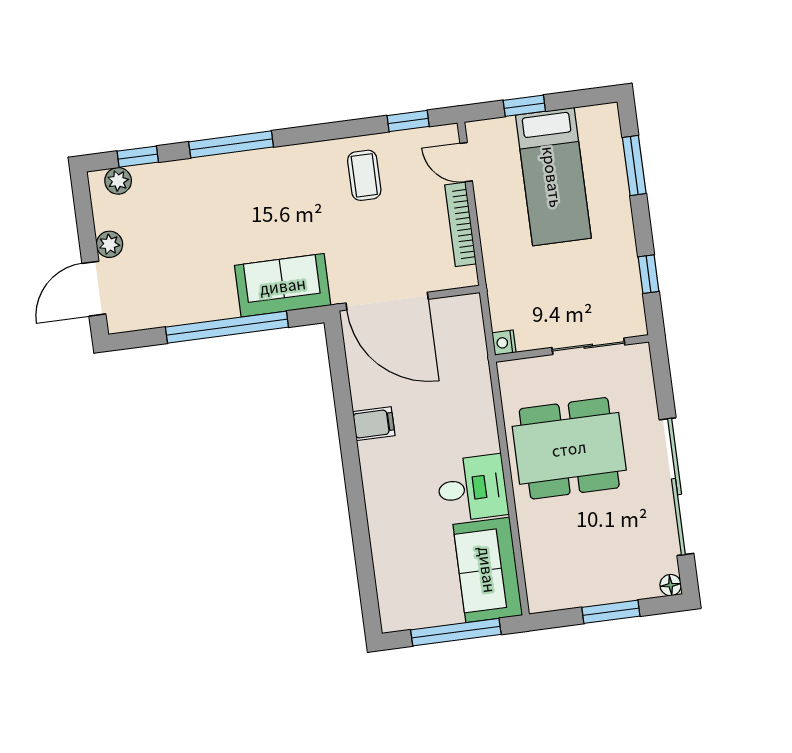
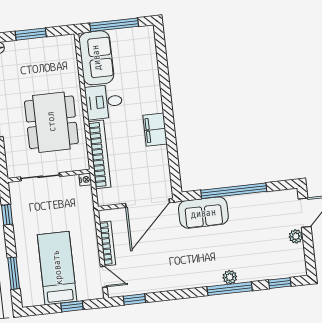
coffee table: (364, 175) -> (159, 271), removed
plant: (118, 181) -> (230, 277), moved
door: (387, 301) -> (148, 203), swing flipped
bookcase: (478, 390) -> (99, 154), added
filing cabinet: (374, 424) -> (155, 130), width x2.00
dining table: (569, 448) -> (51, 122), turned 90

